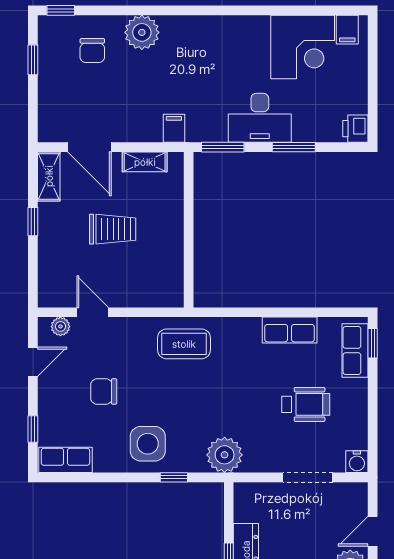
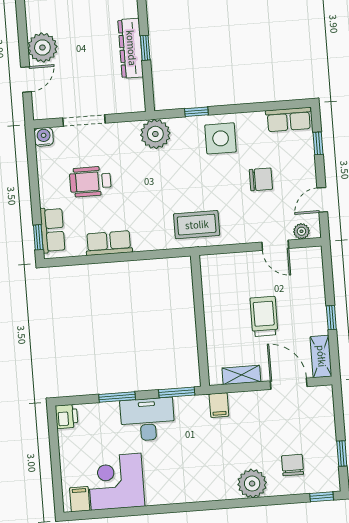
trolley: (113, 229) -> (264, 316), turned 90

